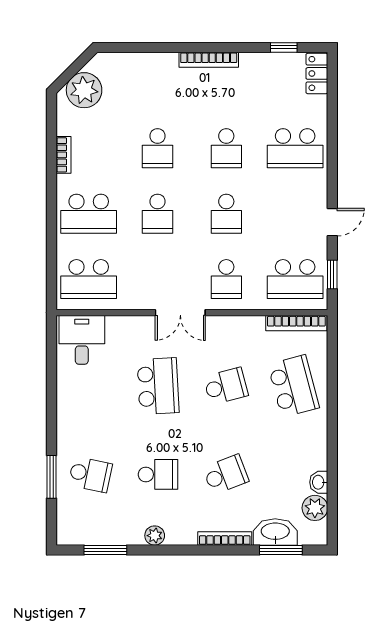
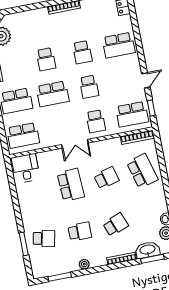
school desk: (157, 214) -> (53, 94), width x1.85

